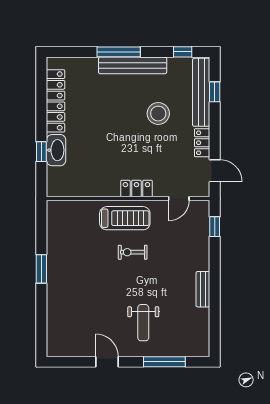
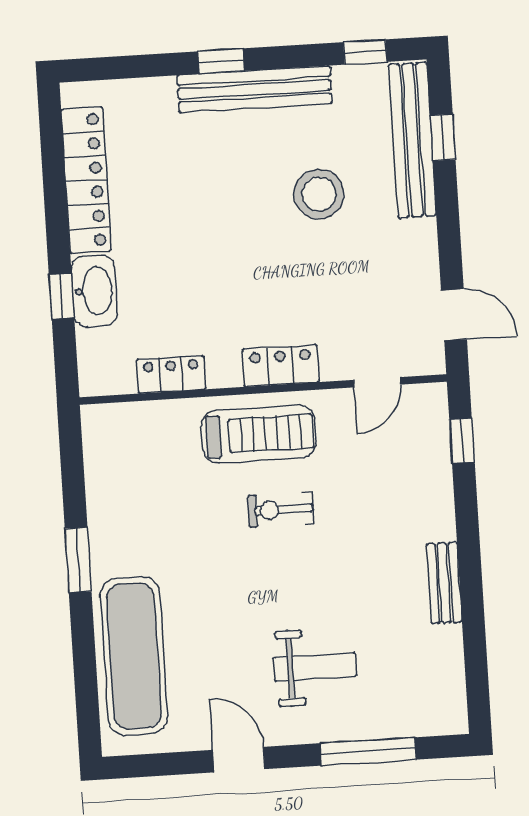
window: (119, 52) -> (221, 61), width x0.46
locker: (202, 143) -> (171, 374), moved, turned 90
exercise mat: (63, 313) -> (134, 656), added
weight bench: (143, 323) -> (315, 667), turned -90

